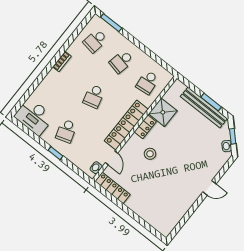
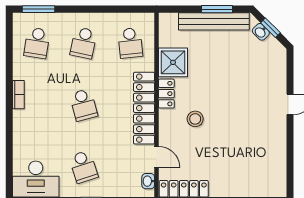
washbasin: (227, 146) -> (261, 32), moved

